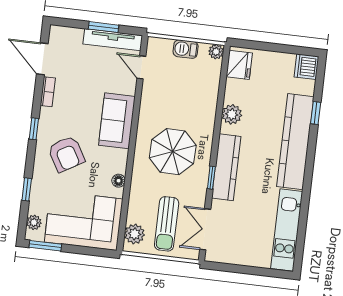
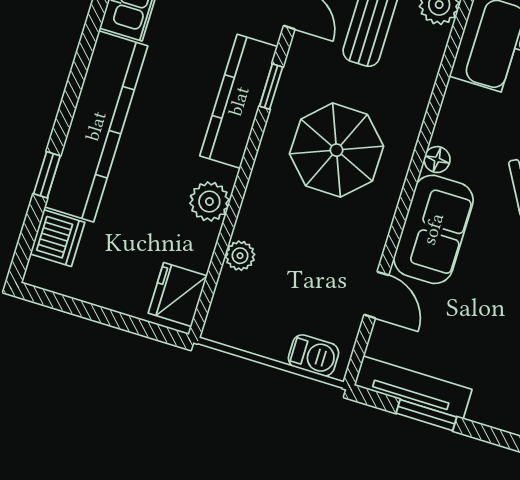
barbecue: (186, 49) -> (313, 355), moved
plant: (216, 52) -> (240, 256), moved
door: (141, 67) -> (376, 295), moved
dishwasher: (306, 67) -> (57, 238), moved
floor lamp: (119, 181) -> (437, 160), moved

